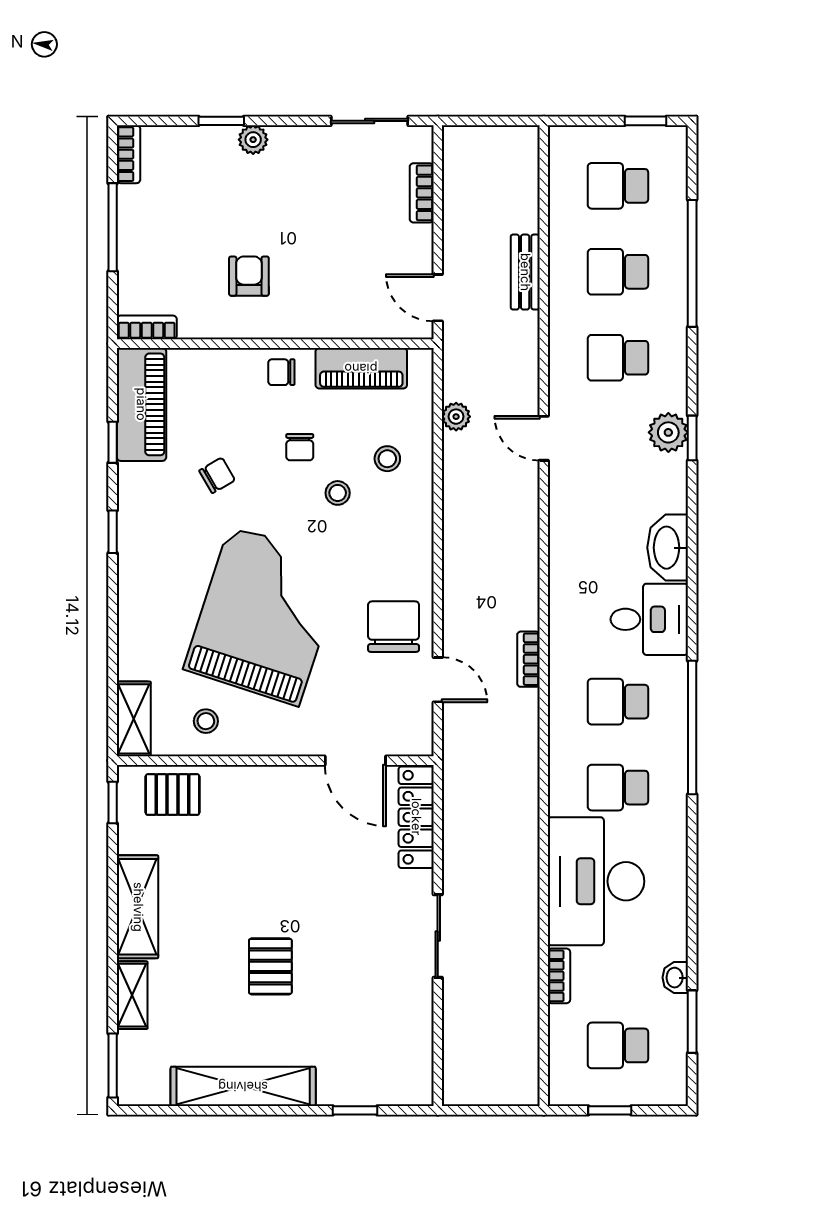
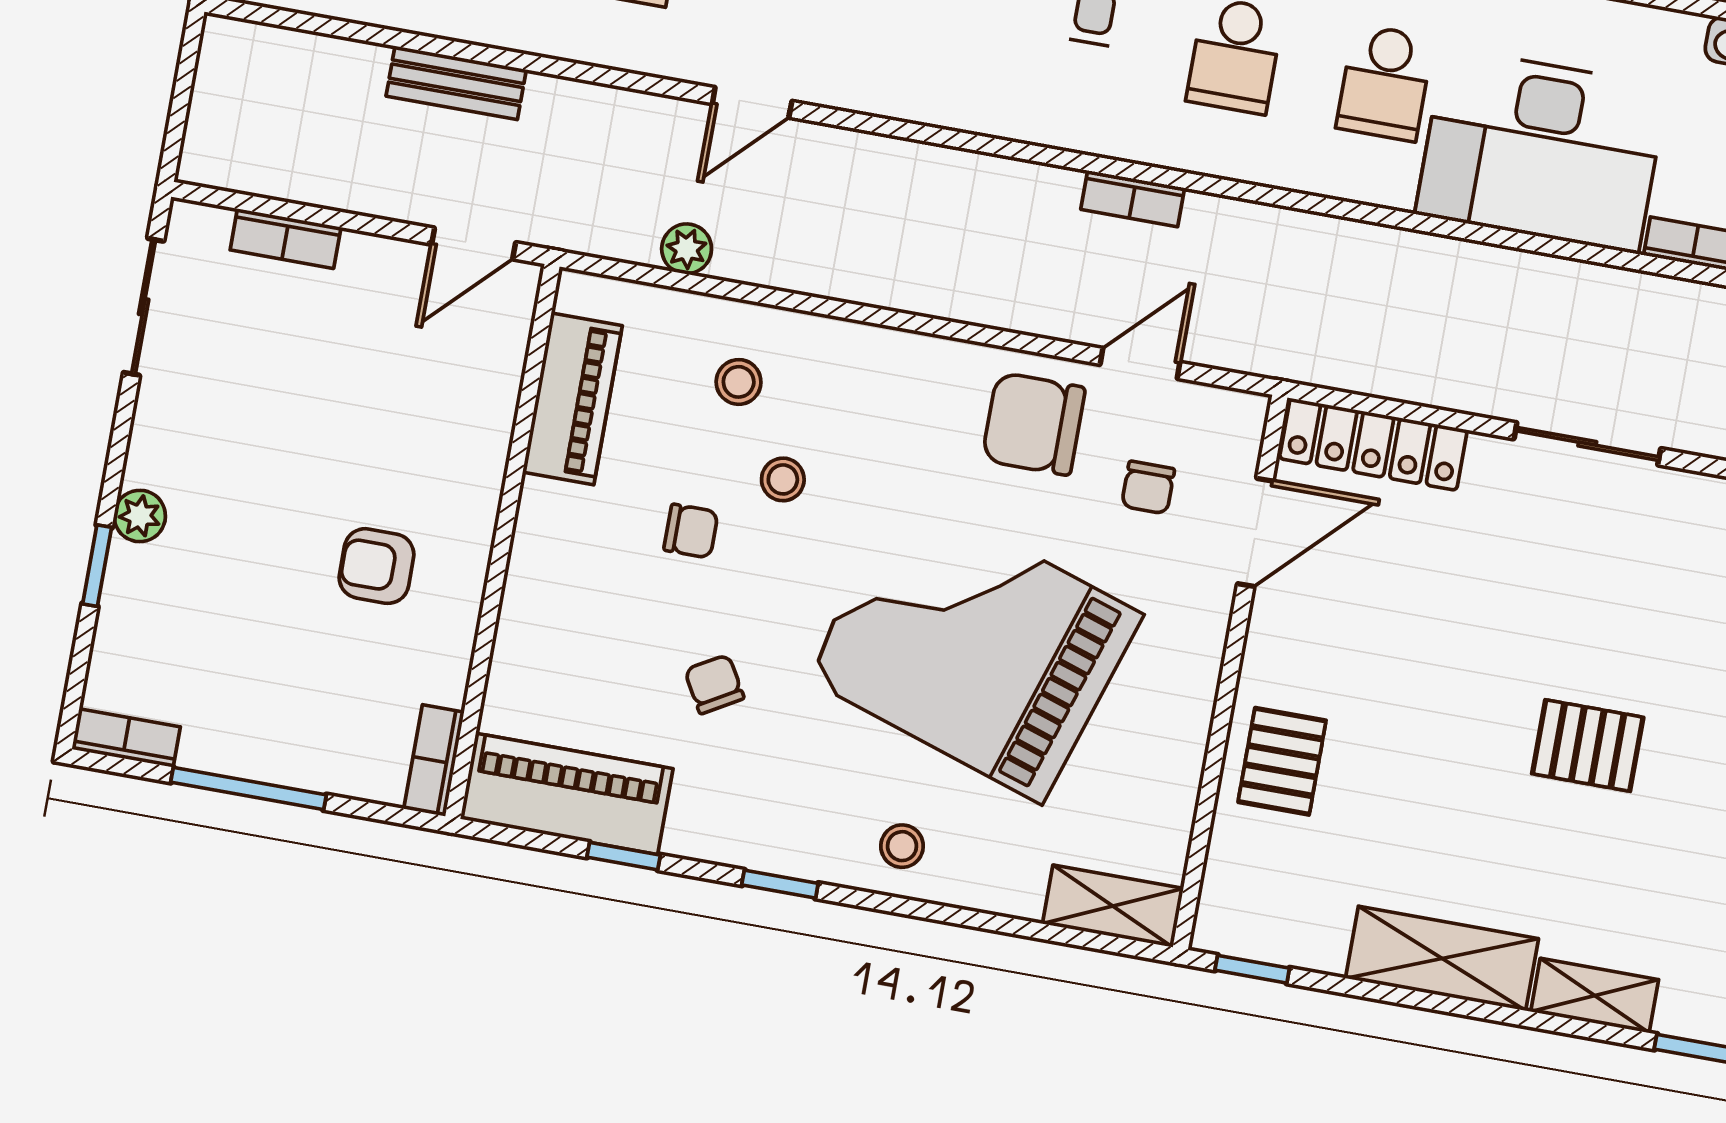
chair: (281, 372) -> (1148, 487), moved
stool: (206, 721) -> (902, 846), moved
pallet: (172, 795) -> (1282, 761), moved

